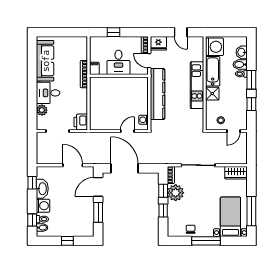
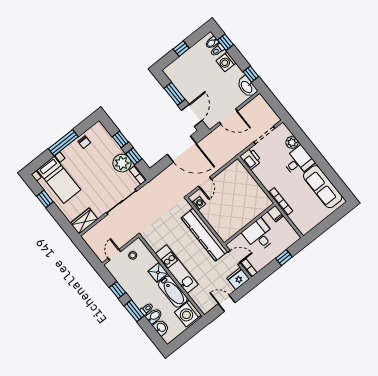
washbasin: (42, 189) -> (247, 87), moved
window: (251, 211) -> (45, 199), width x0.46

